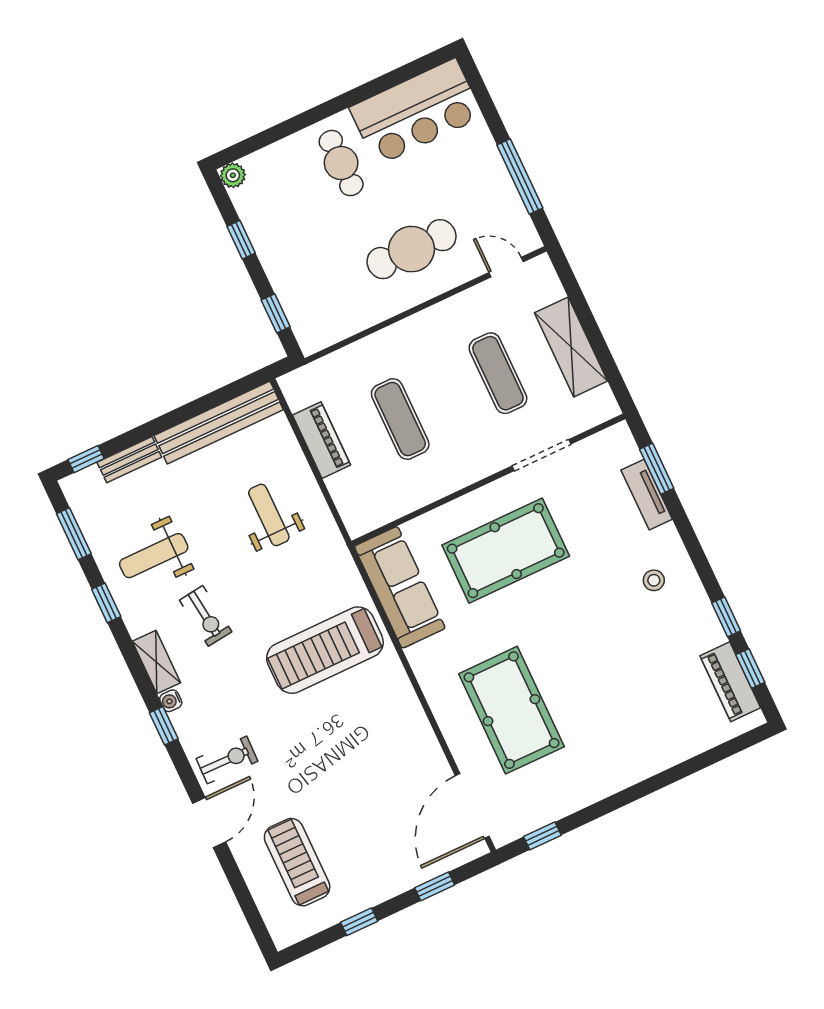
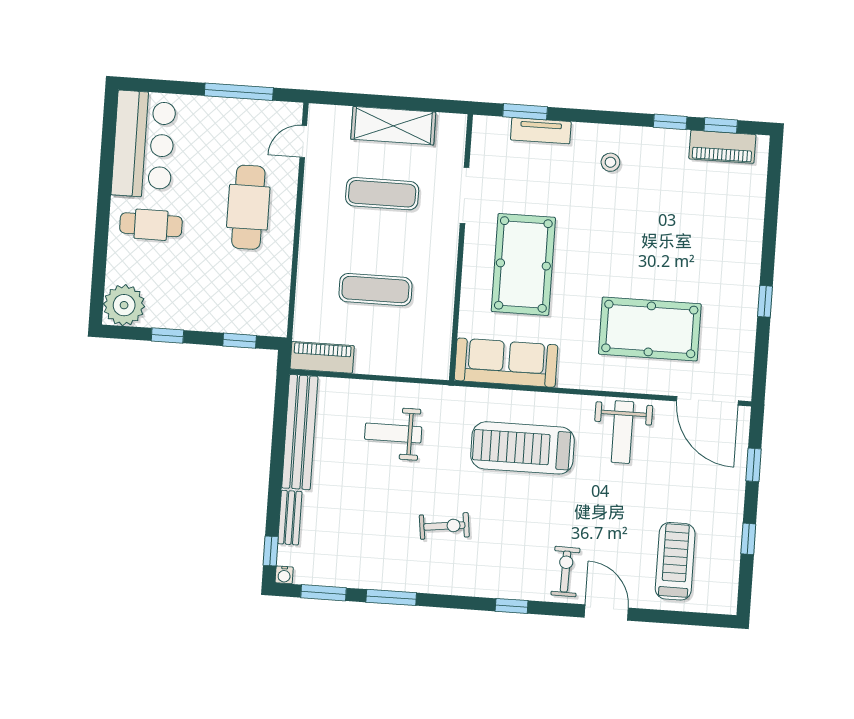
plant: (233, 175) -> (124, 305), width x1.88, depth x1.88
piano: (321, 440) -> (322, 357), moved
weight bench: (154, 556) -> (622, 432), moved
window: (106, 603) -> (391, 597), width x1.50
treadmill: (325, 650) -> (523, 448), turned 90
shelving: (156, 662) -> (459, 584), removed
water cooler: (171, 701) -> (284, 575), moved
window: (542, 836) -> (765, 301), moved
treadmill: (297, 862) -> (675, 561), turned 90

